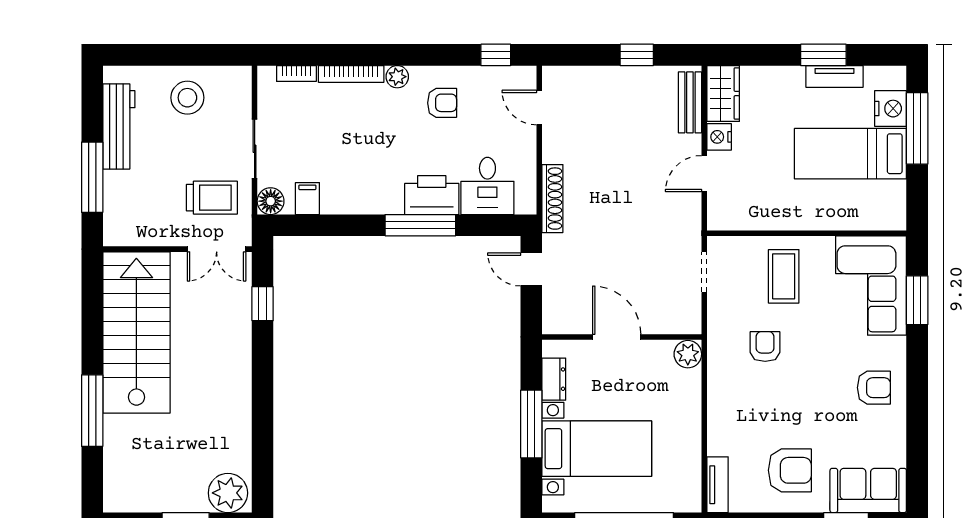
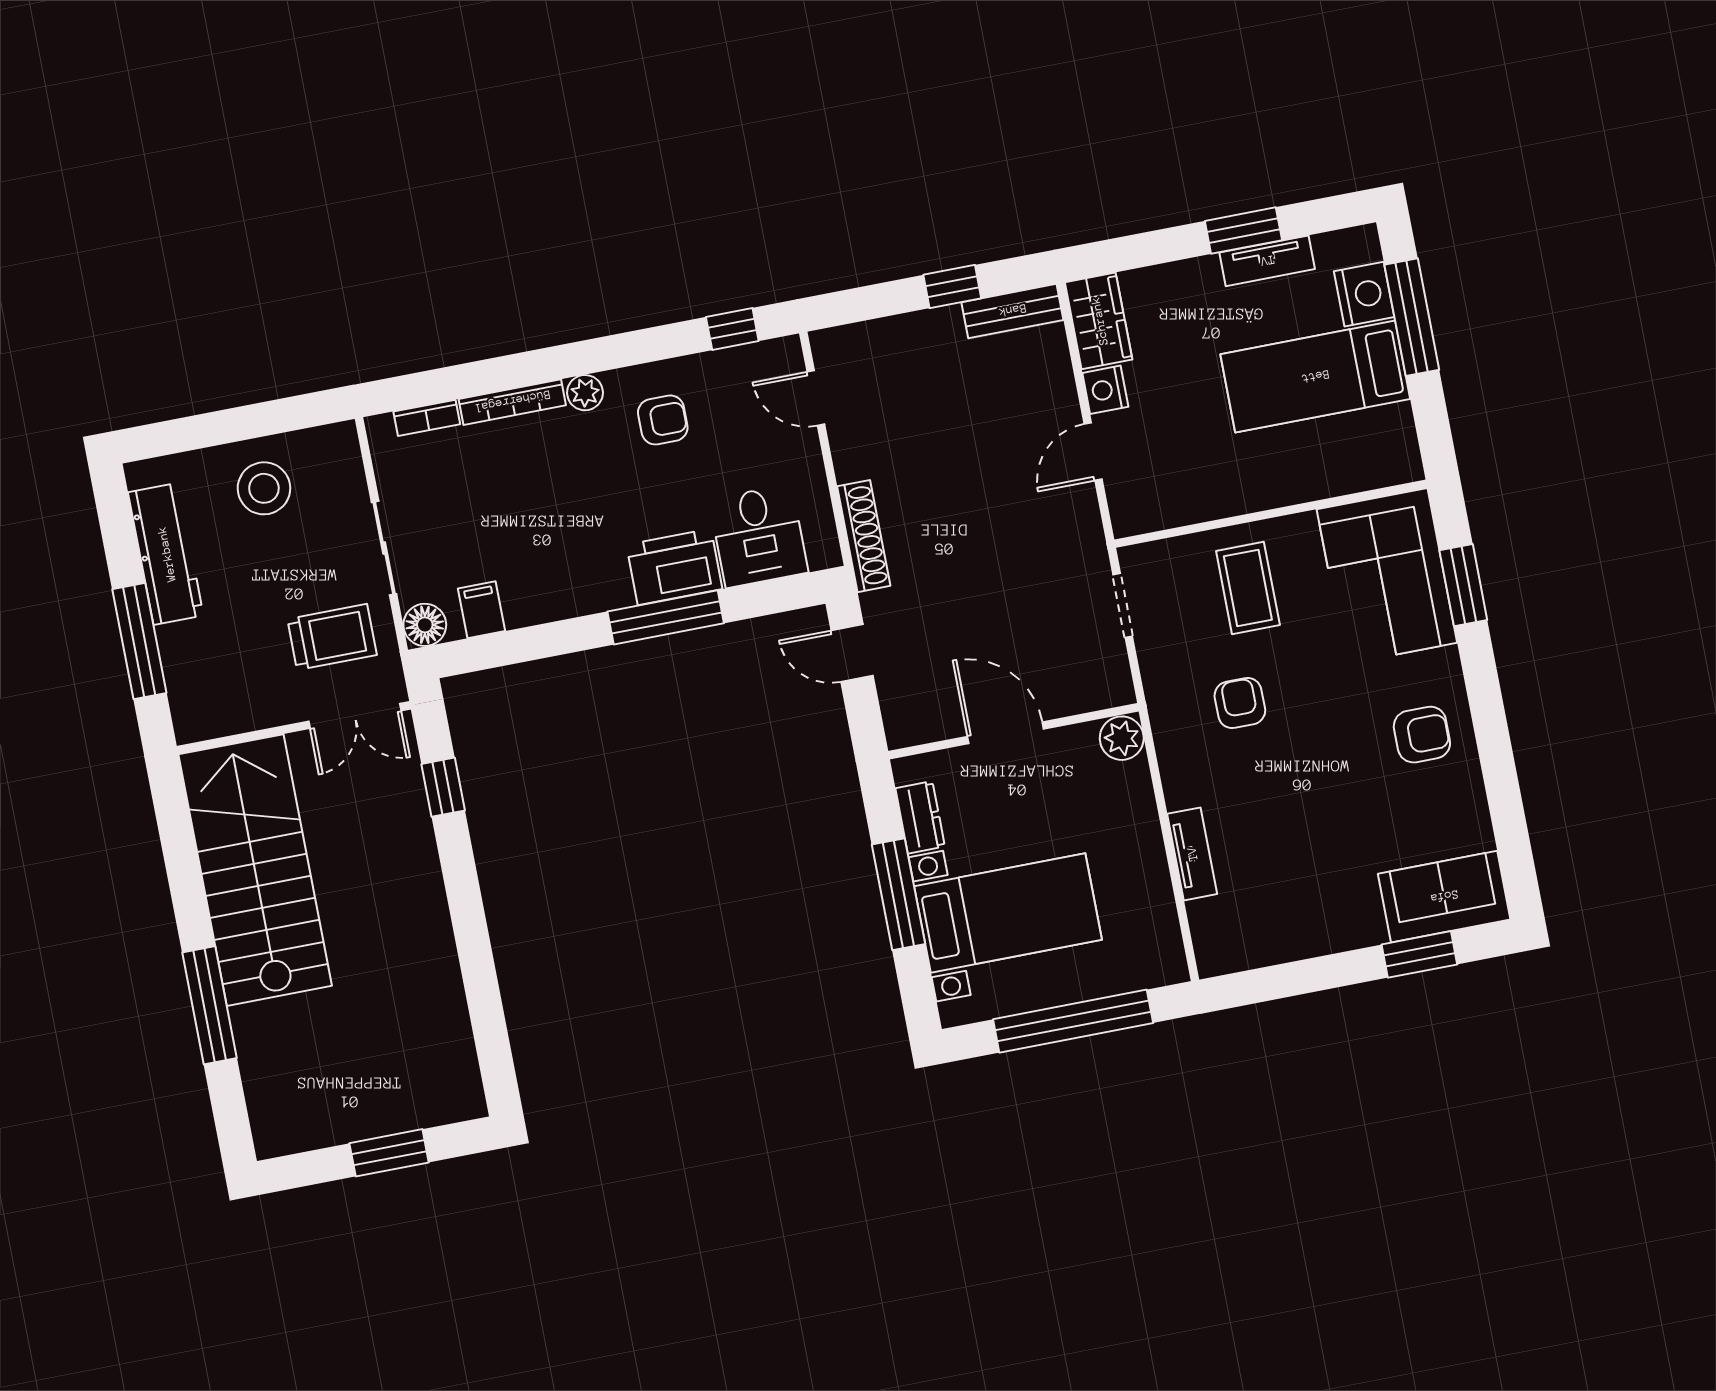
bench: (690, 102) -> (1012, 311), moved, turned 90
armchair: (790, 470) -> (1316, 889), removed
tv unit: (718, 485) -> (1192, 854), moved
plant: (228, 493) -> (446, 1093), removed

